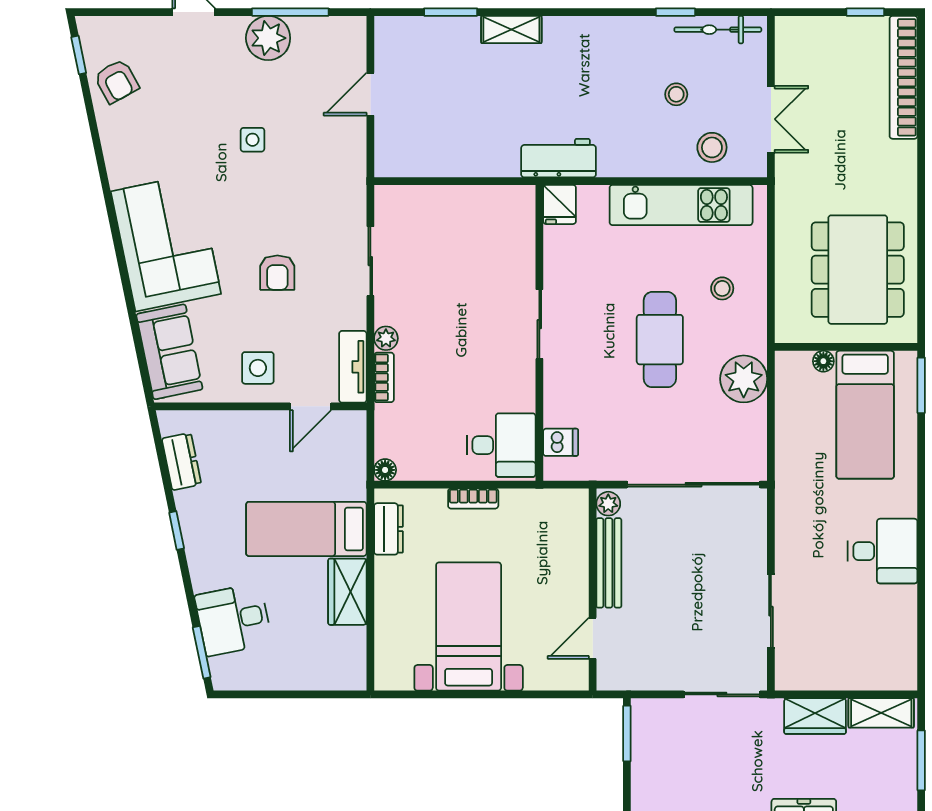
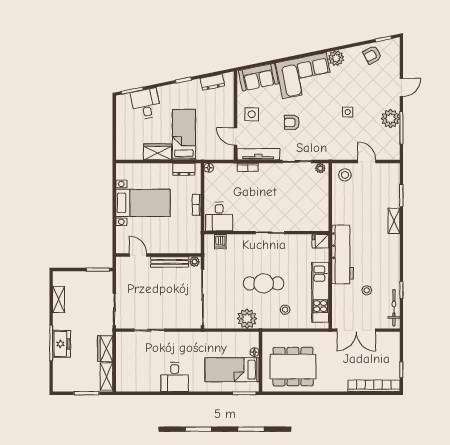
double door: (771, 119) -> (356, 330), width x1.37
stool: (712, 147) -> (345, 175), moved
workbench: (559, 158) -> (343, 254), width x1.88, depth x1.32
plant: (124, 167) -> (336, 58), added
plant: (386, 338) -> (320, 168), moved
tv unit: (353, 367) -> (258, 154), width x1.41

